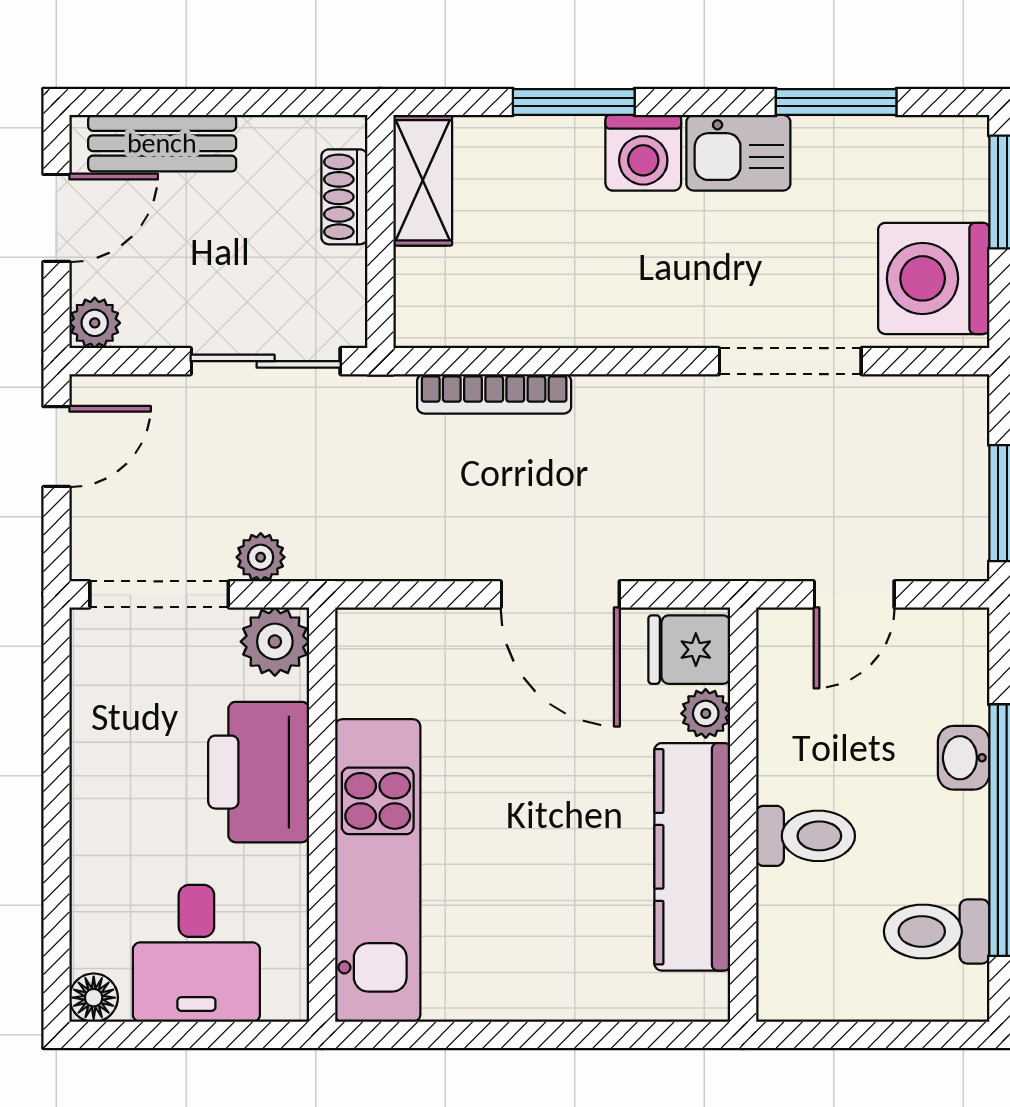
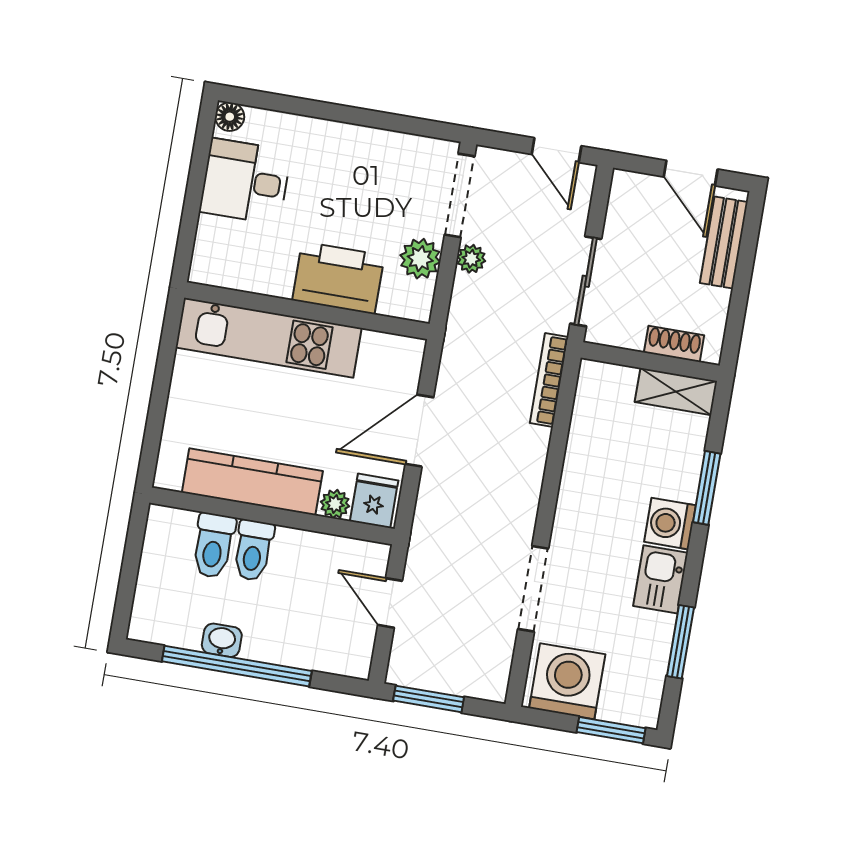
plant: (95, 323) -> (625, 185), removed
bookcase: (494, 394) -> (549, 380), moved
washbasin: (964, 758) -> (222, 640), moved
printer: (259, 772) -> (338, 278), moved
wall: (322, 815) -> (307, 311), moved
kitchen unit: (378, 871) -> (269, 338), moved
toilet: (937, 931) -> (213, 545), moved, turned 180

